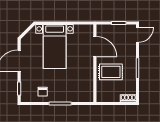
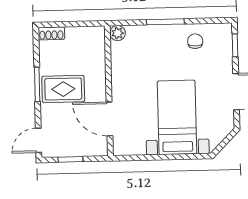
rug: (111, 72) -> (63, 89), moved
plant: (89, 98) -> (118, 33), added

